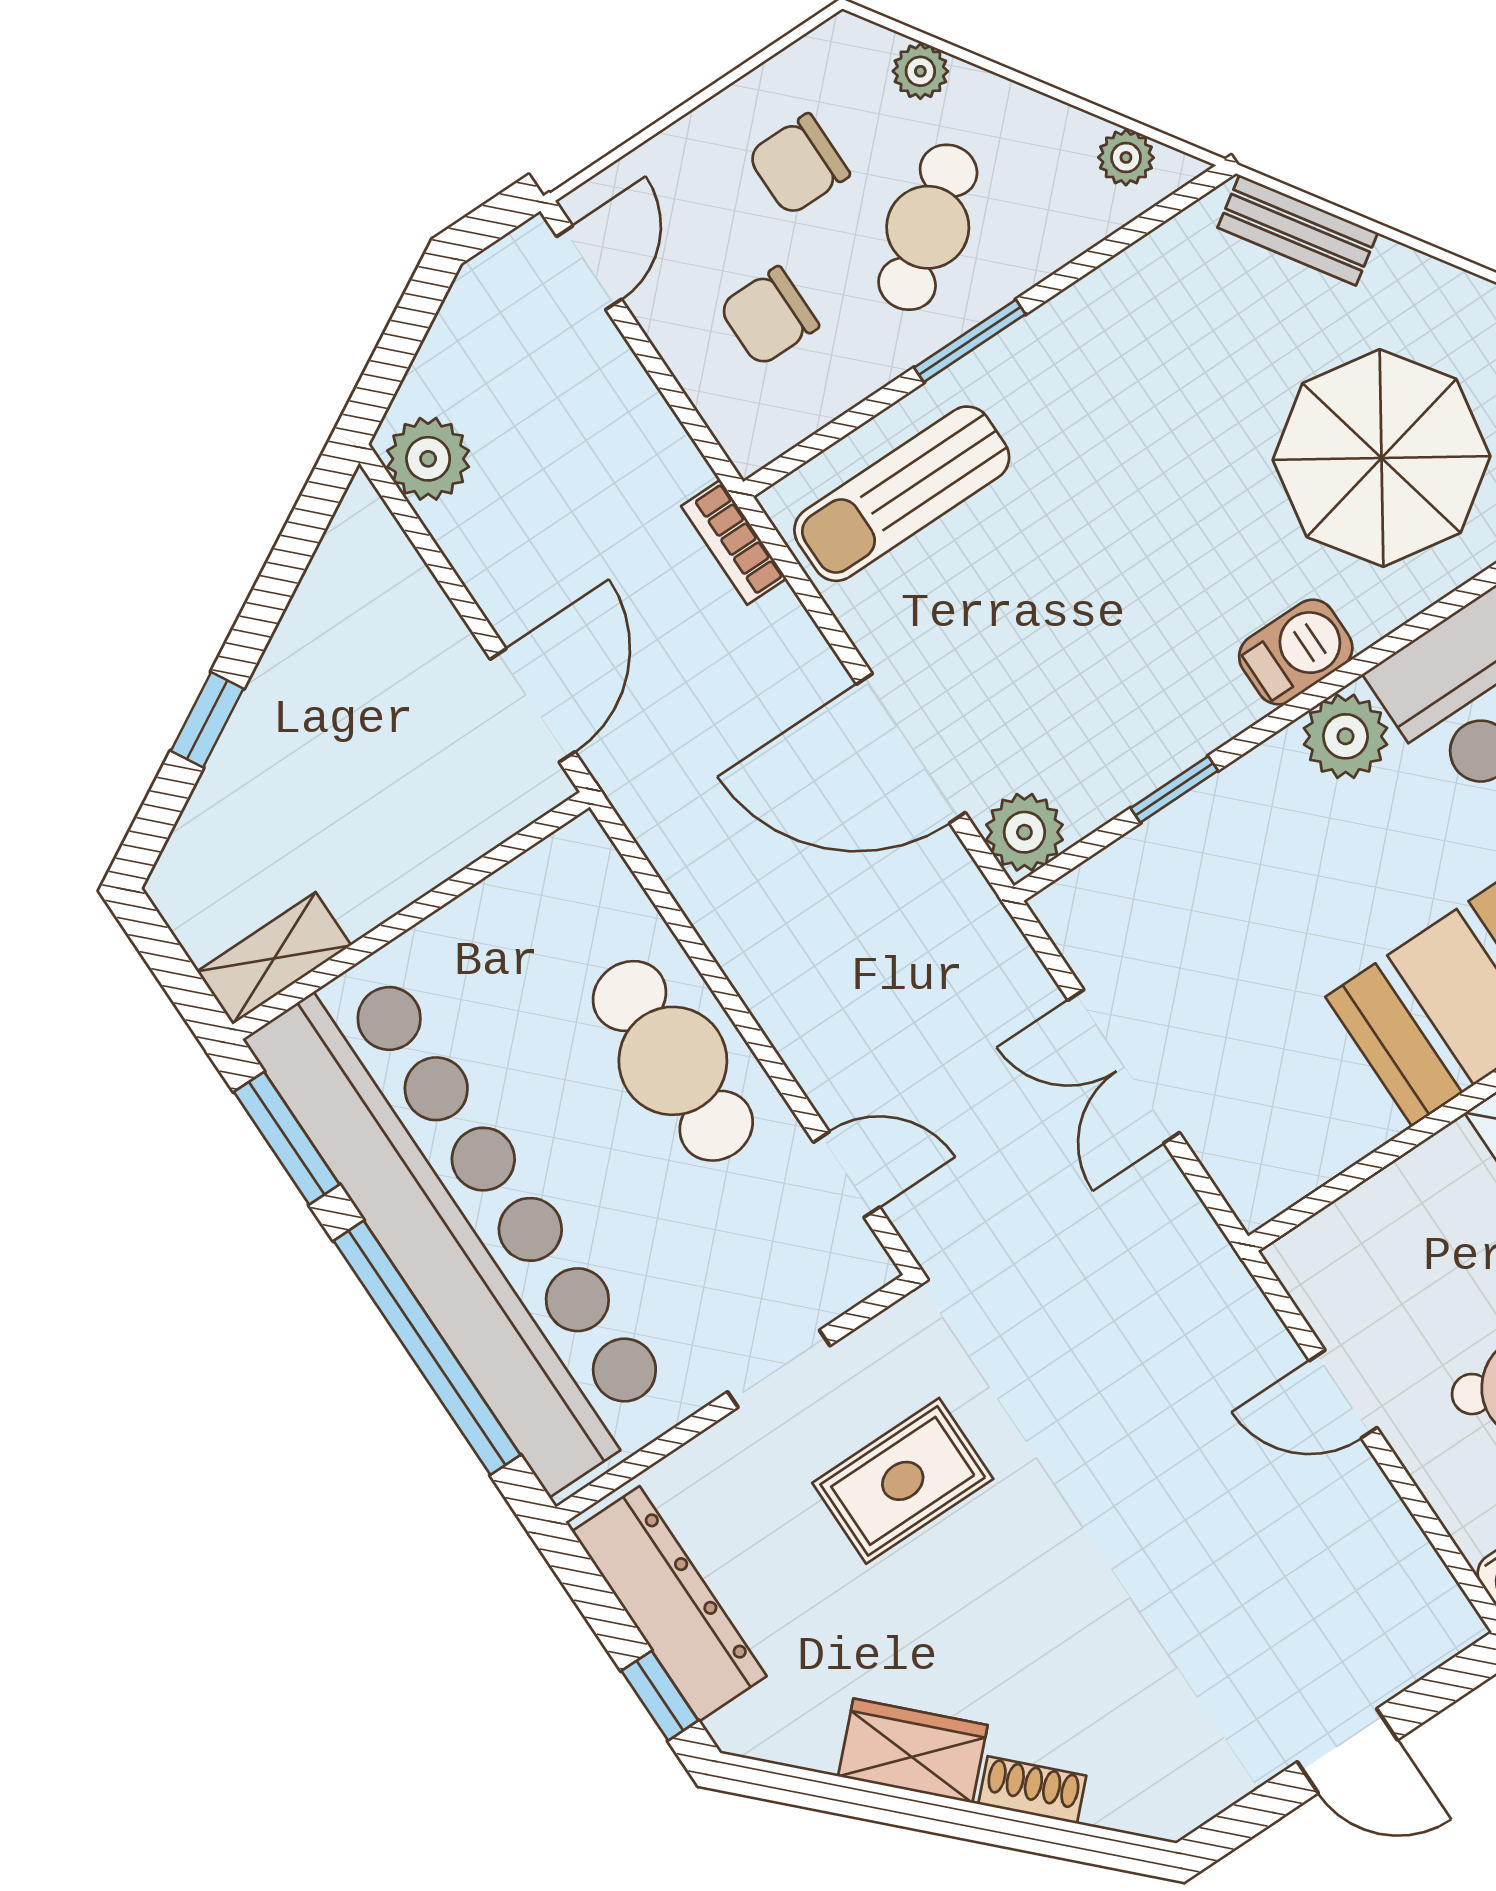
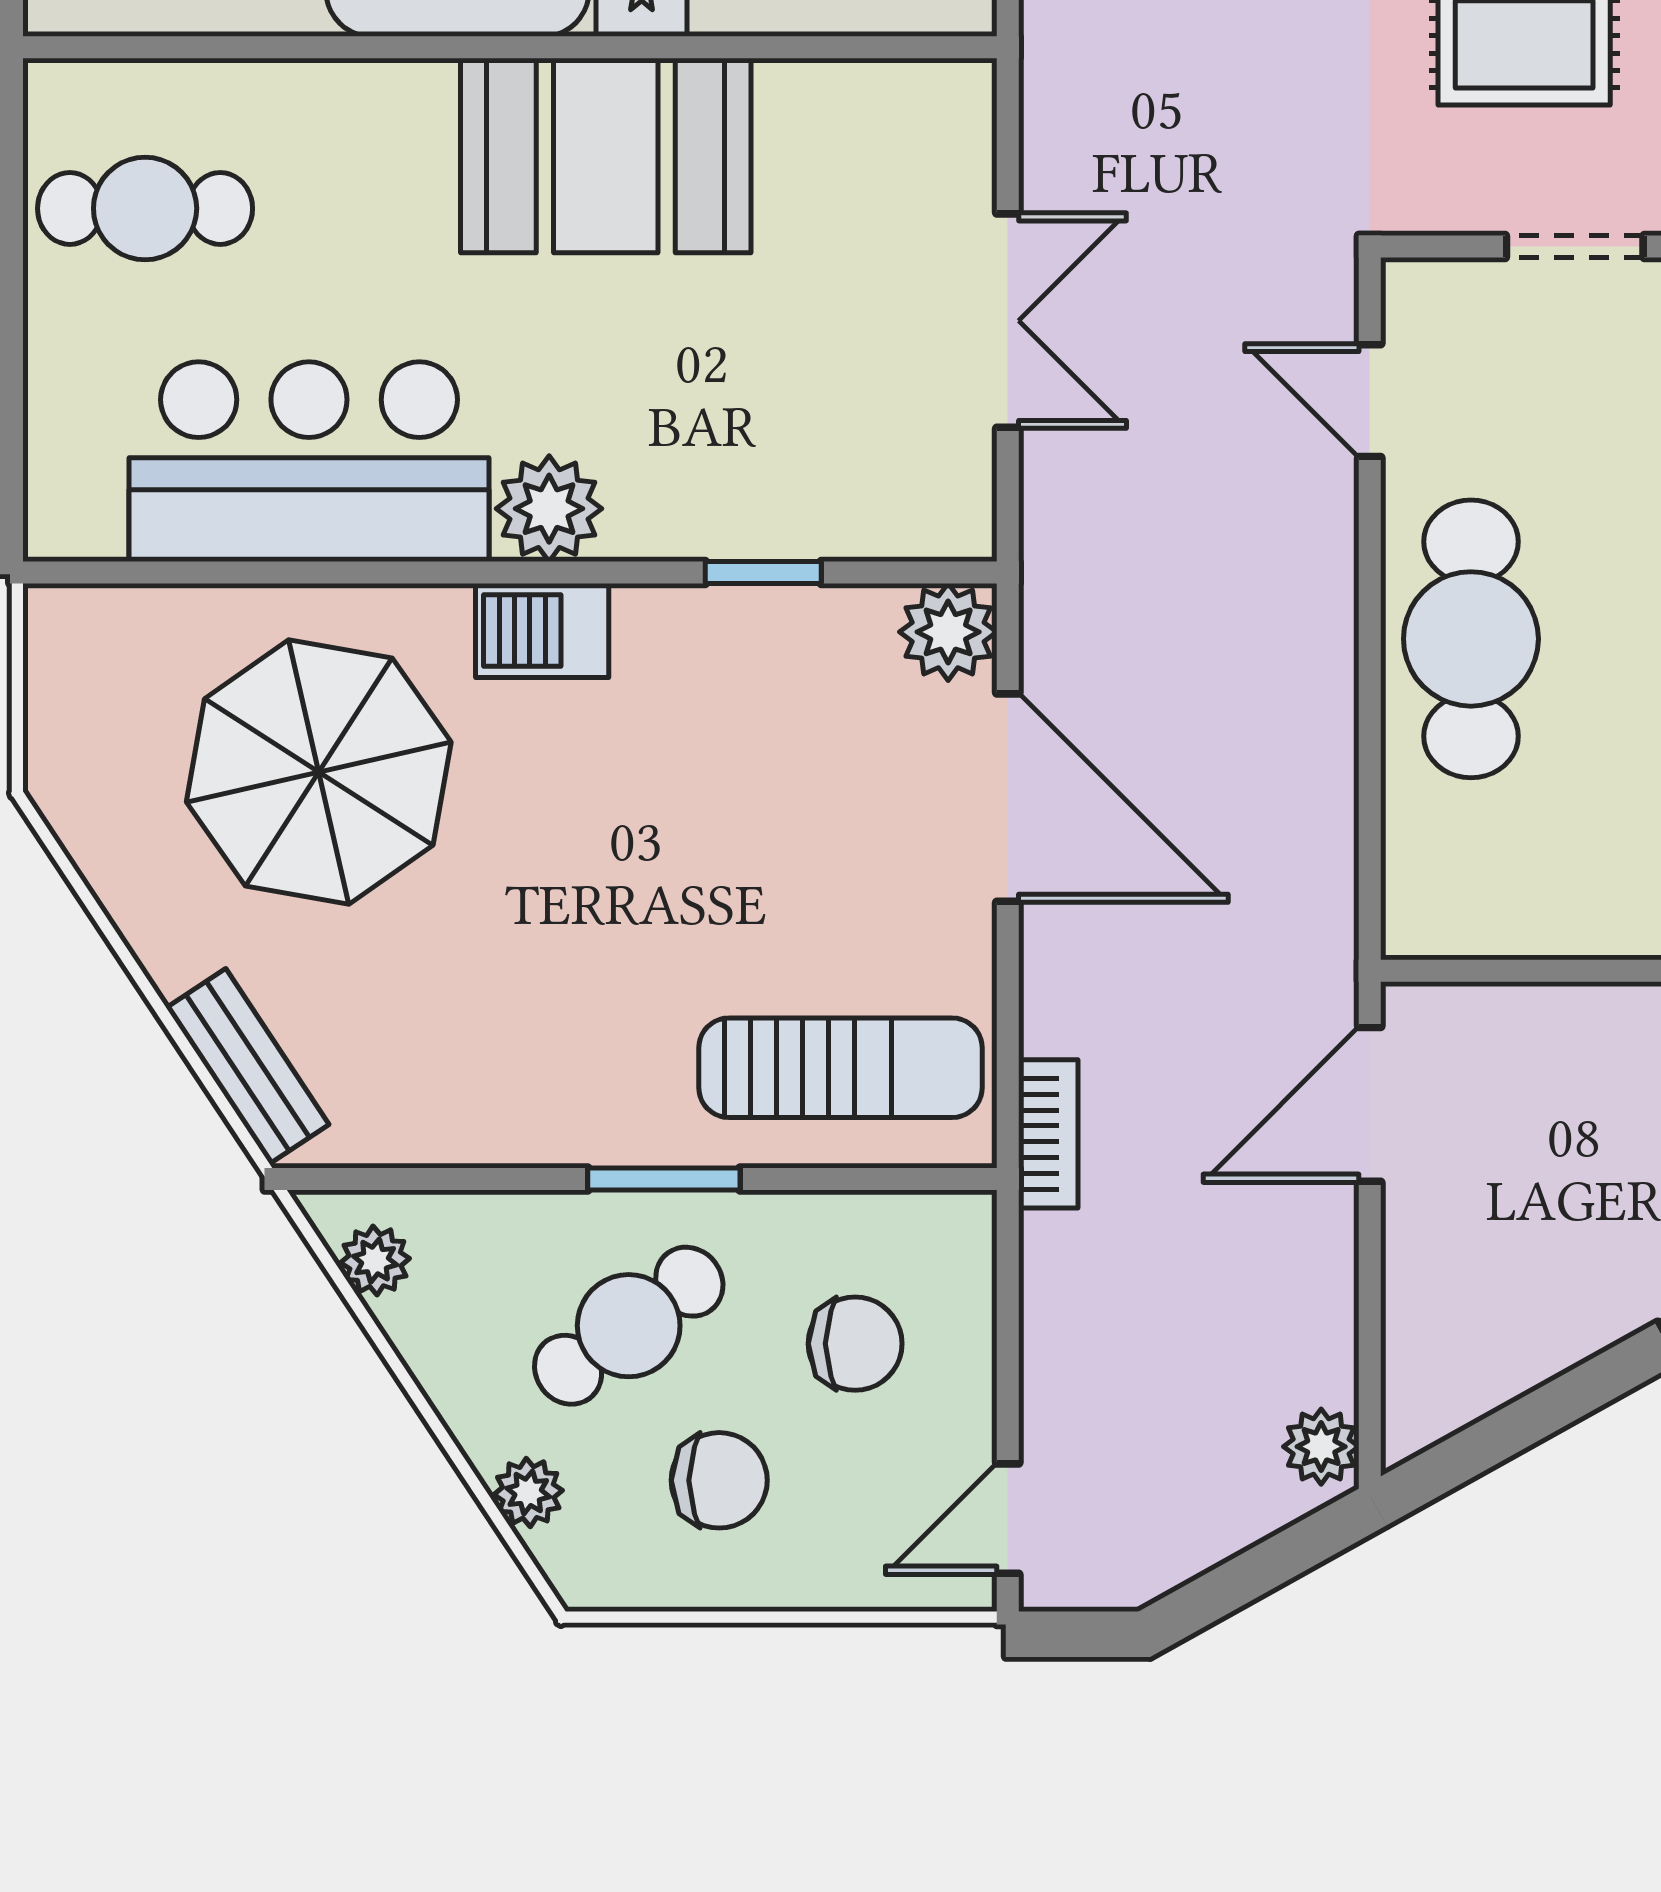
plant: (428, 459) -> (1321, 1447), width x0.73, depth x0.73

